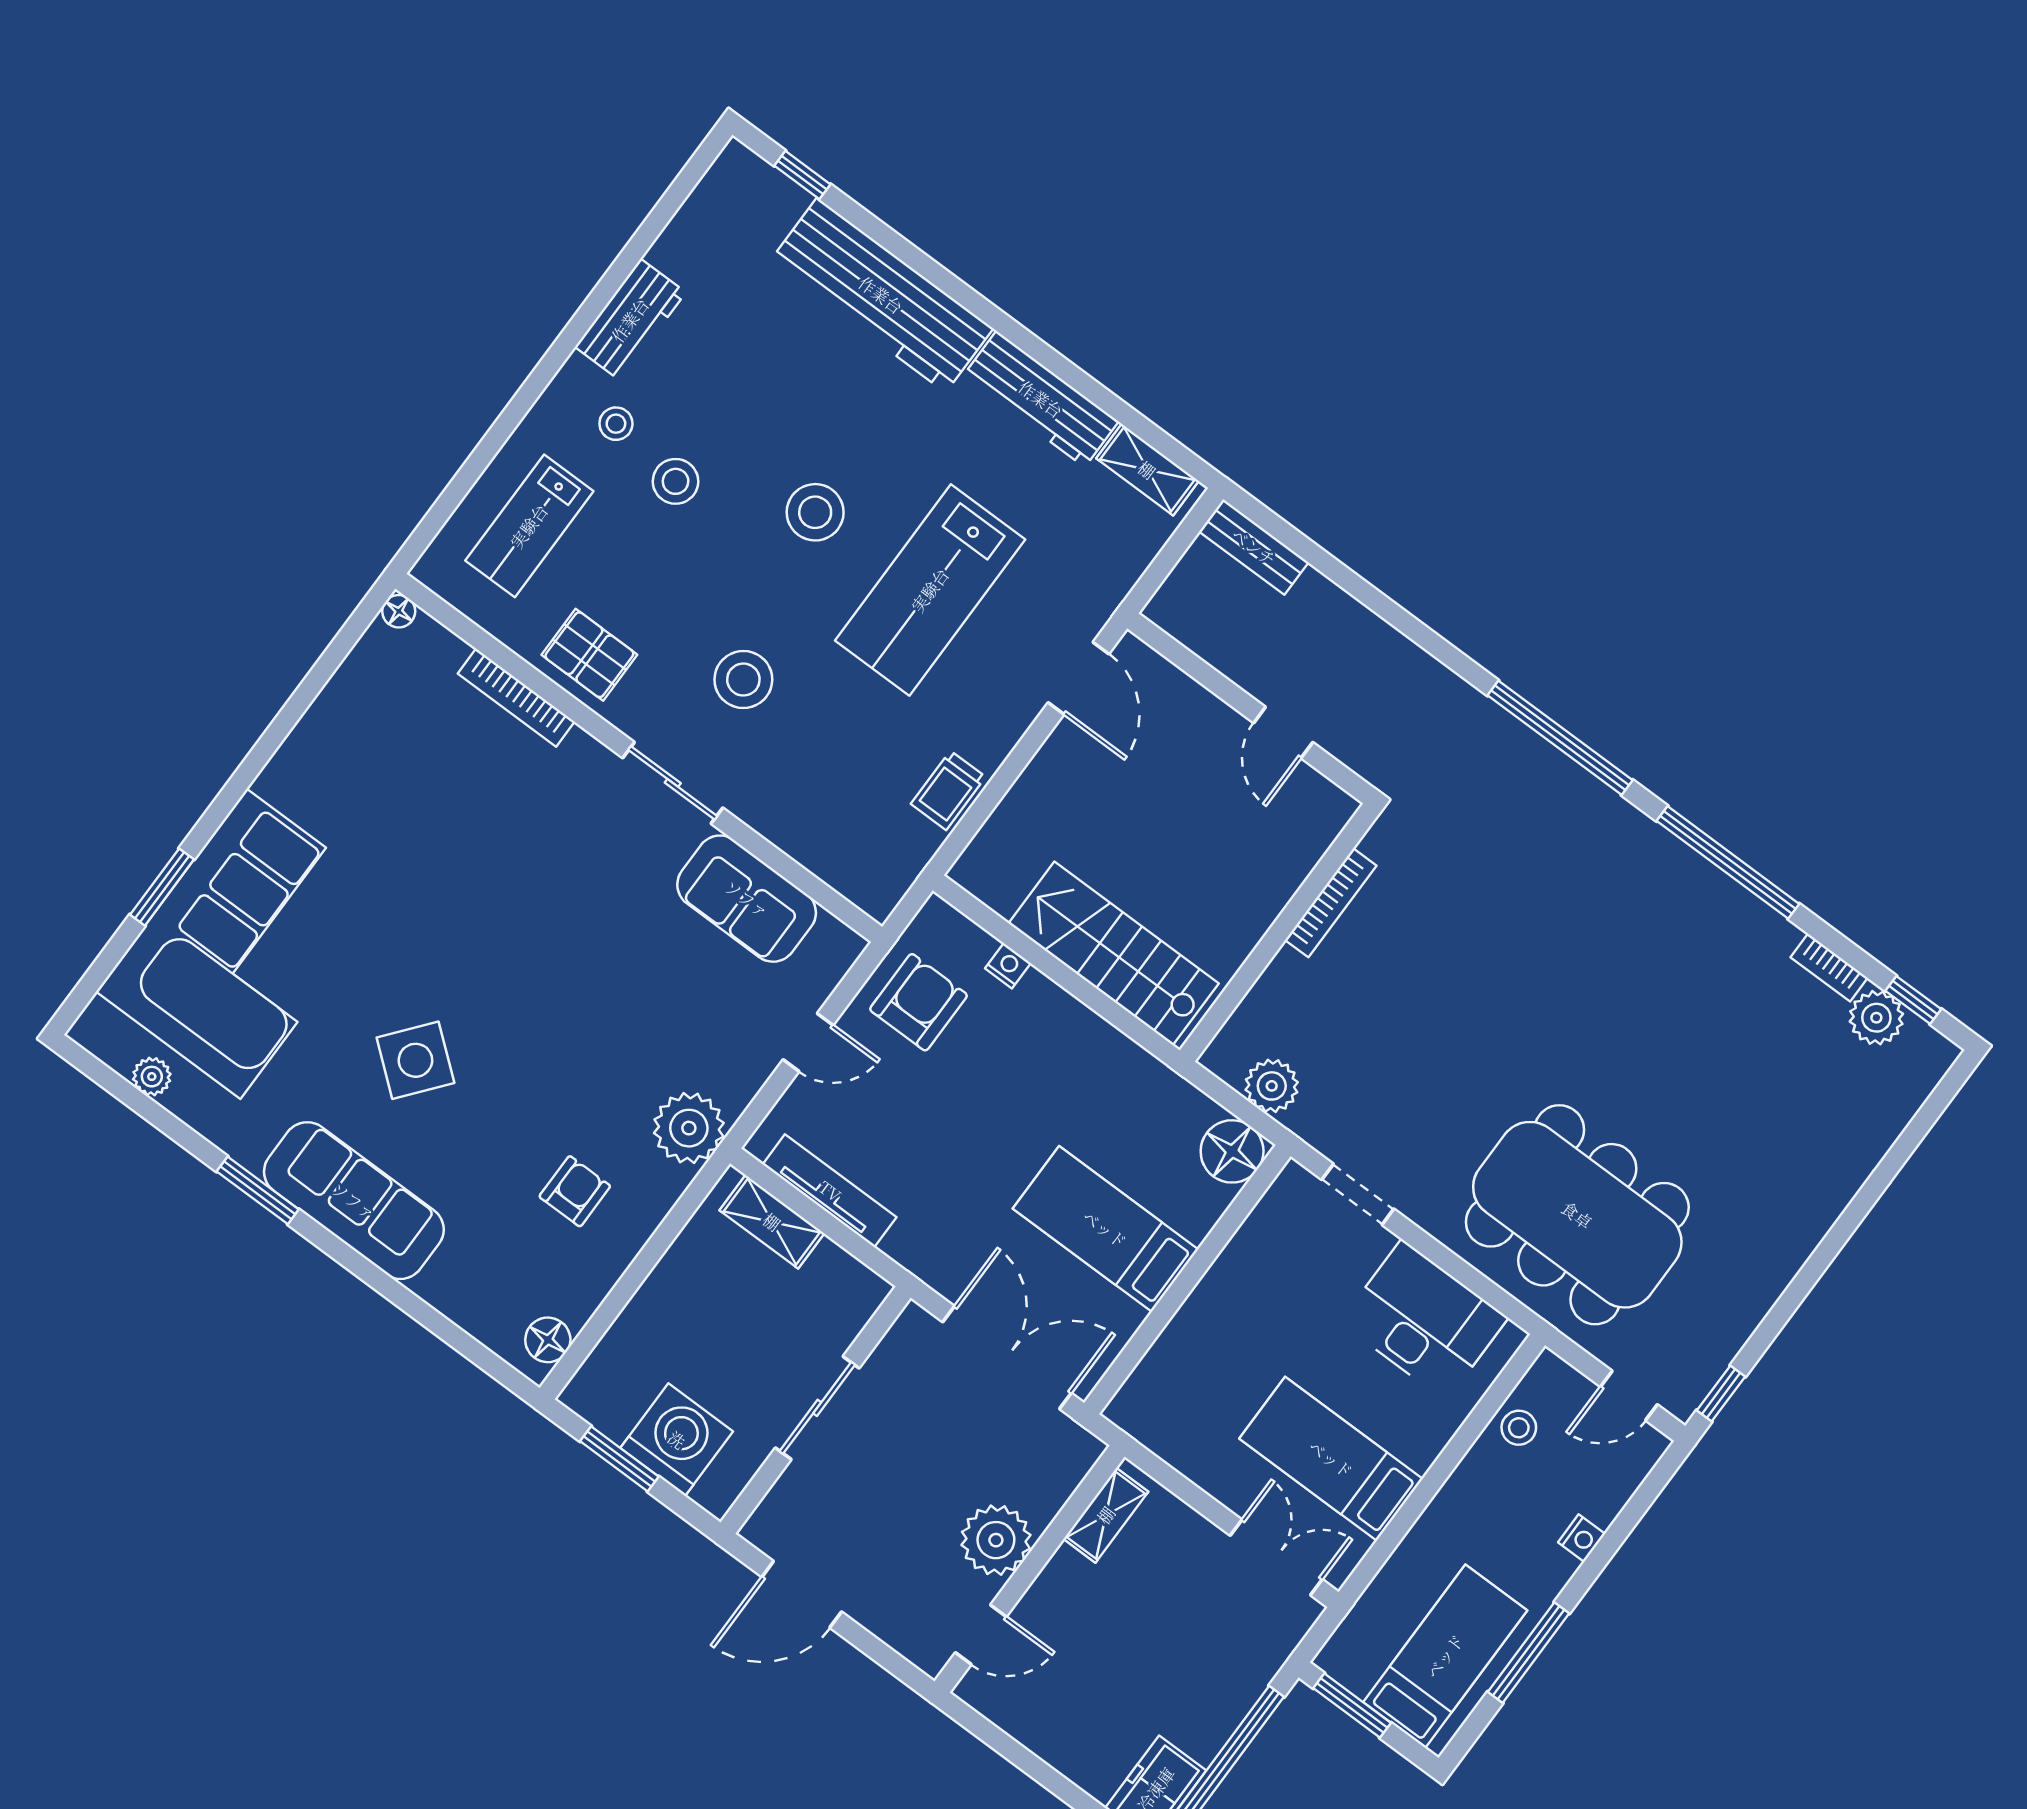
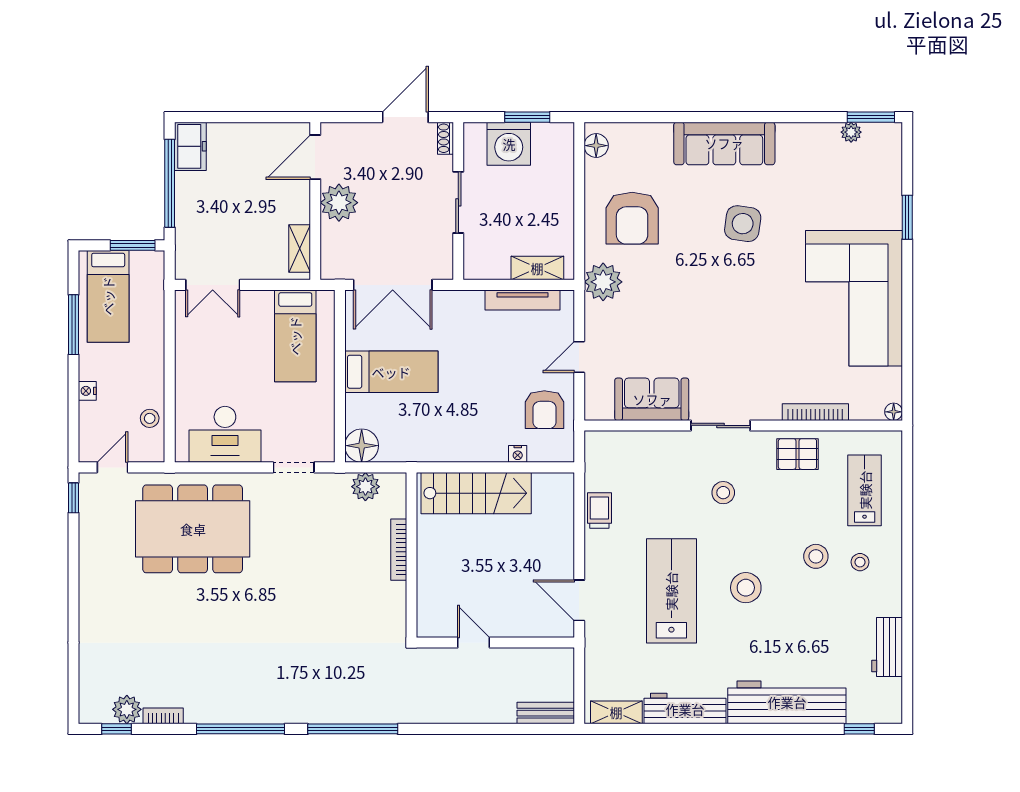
workbench: (630, 320) -> (887, 647), moved
stool: (743, 680) -> (723, 493), width x0.73, depth x0.73
bookcase: (1331, 903) -> (399, 550), moved
corner sofa: (244, 944) -> (854, 298), moved
side table: (415, 1060) -> (743, 224), turned -31
window: (258, 1190) -> (871, 117), moved
armchair: (575, 1191) -> (632, 218), width x1.88, depth x1.88
bed: (1331, 1459) -> (295, 336), moved, turned 90
shoe rack: (765, 1518) -> (446, 138), added
door: (981, 1635) -> (315, 157), width x1.38

